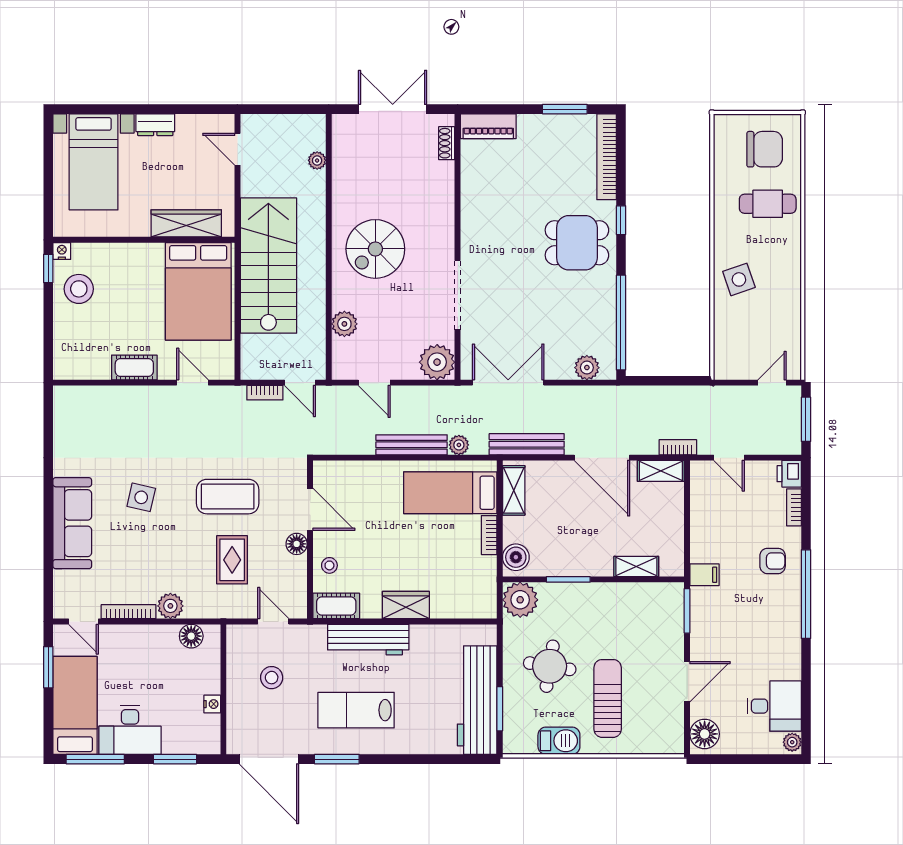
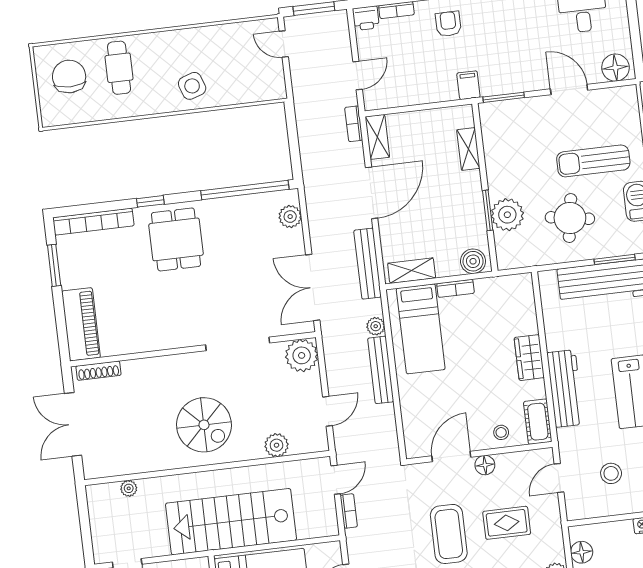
piano: (488, 126) -> (81, 324), width x1.37, depth x1.33
shoe rack: (447, 143) -> (98, 371), width x1.43
plant: (520, 600) -> (507, 215), moved

